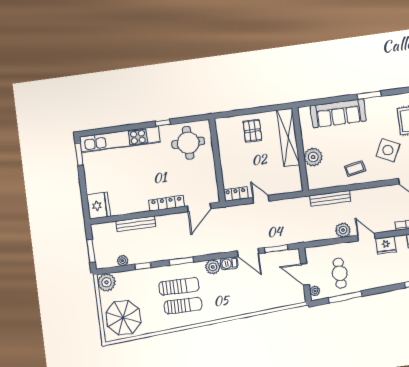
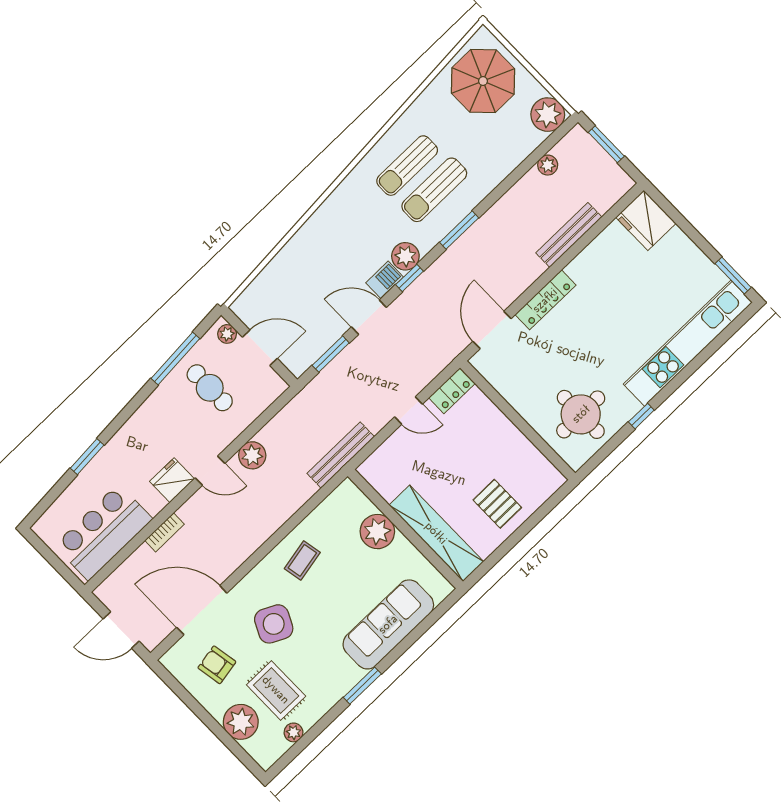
bench: (330, 198) -> (341, 455), moved
window: (143, 266) -> (410, 278), moved

